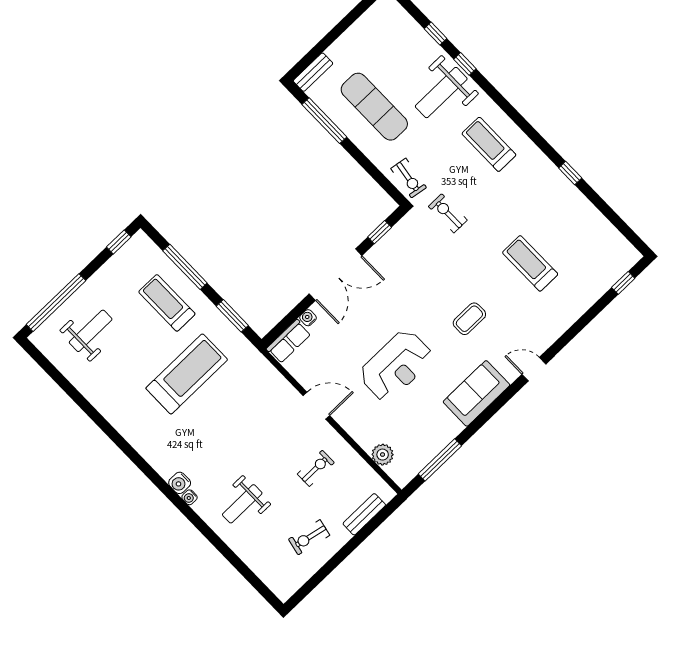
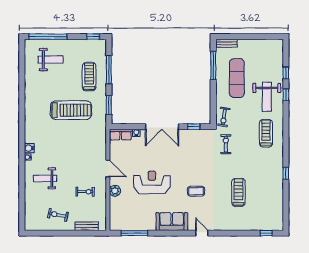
weight bench: (441, 93) -> (267, 97), turned -90
reception desk: (396, 366) -> (152, 182), turned 180
plant: (383, 455) -> (115, 191), moved

